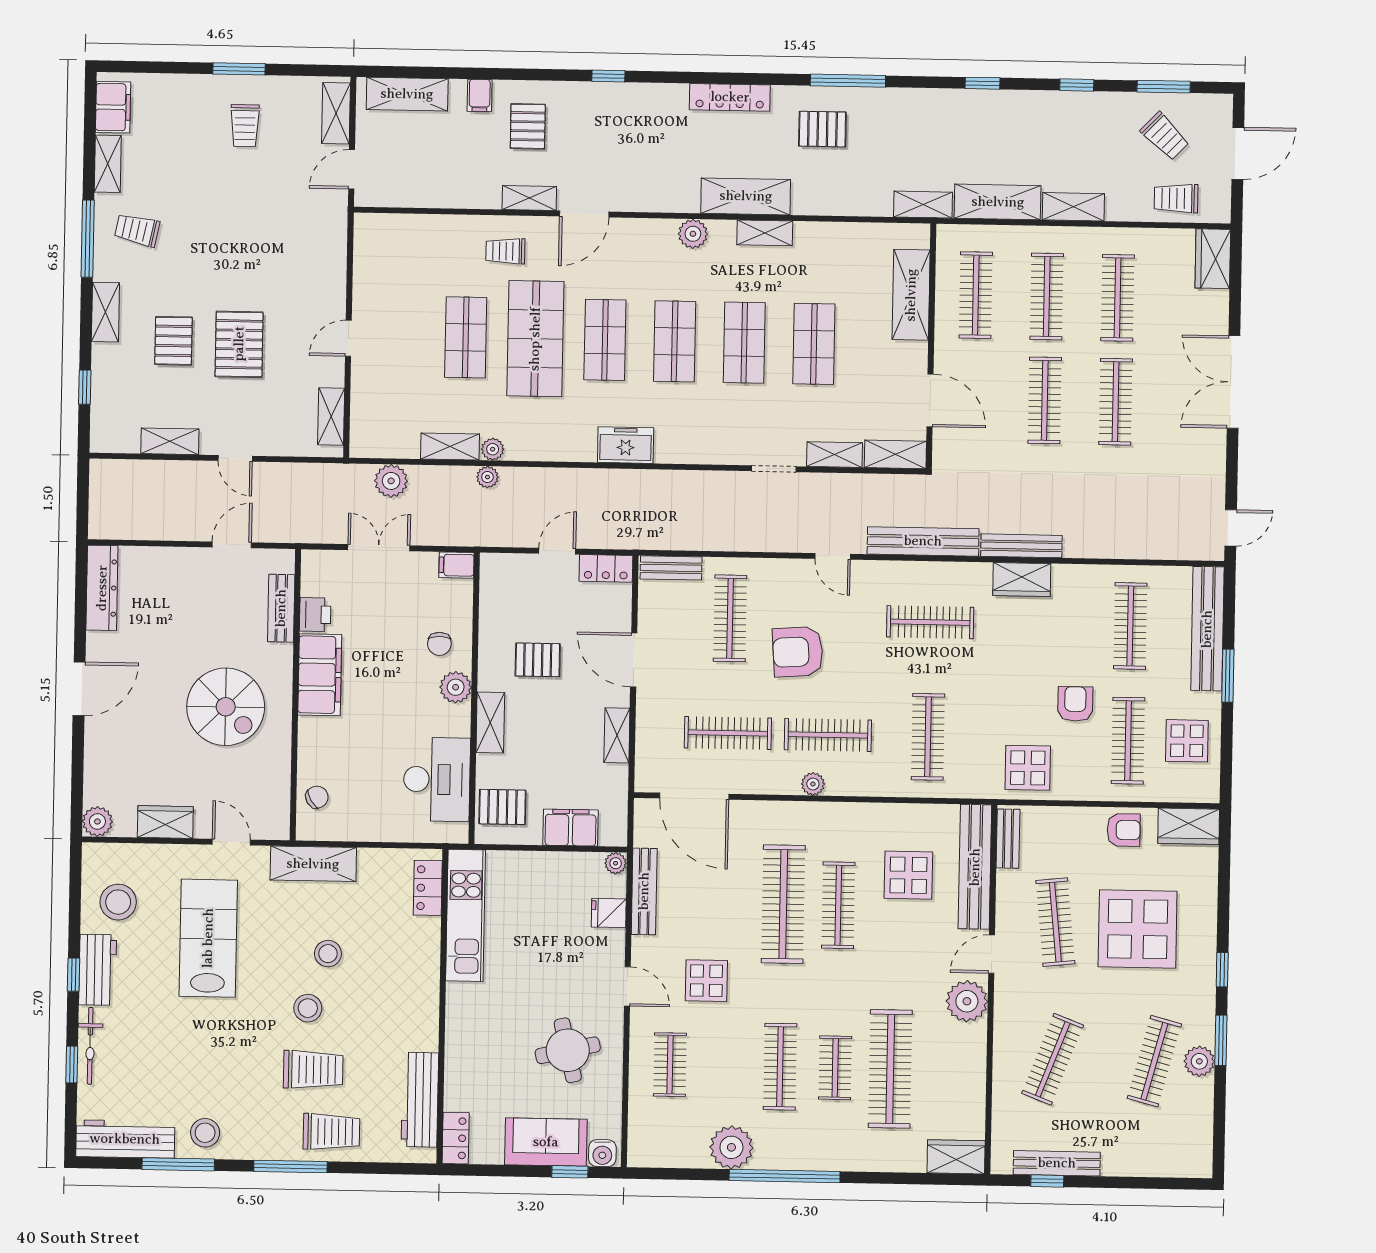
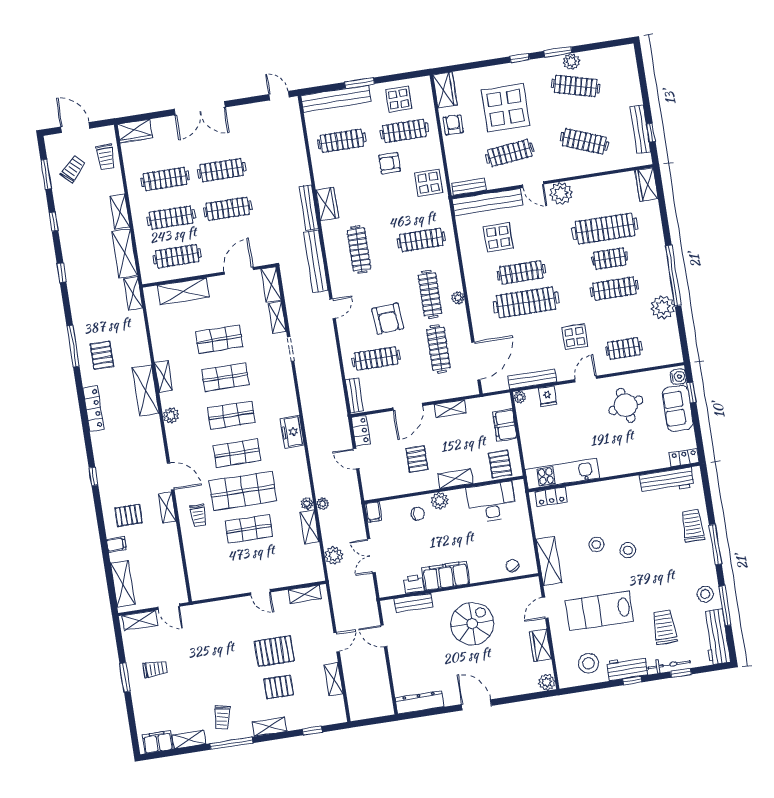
trolley: (313, 1070) -> (664, 627), moved

